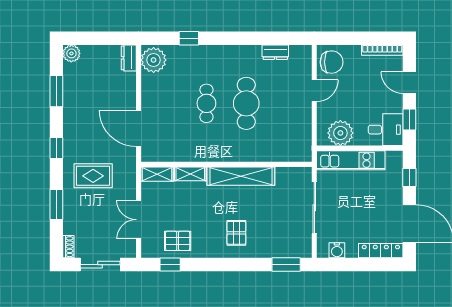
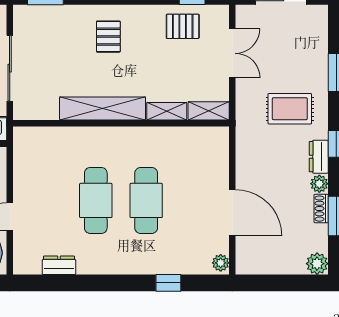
dresser: (129, 58) -> (319, 157), moved, turned 180
plant: (154, 60) -> (221, 263), width x0.53, depth x0.53
cafe table: (206, 103) -> (146, 200), width x1.37, depth x1.35
plant: (70, 117) -> (319, 184), added
door: (138, 128) -> (232, 213), moved
shoe rack: (68, 247) -> (321, 209), moved

